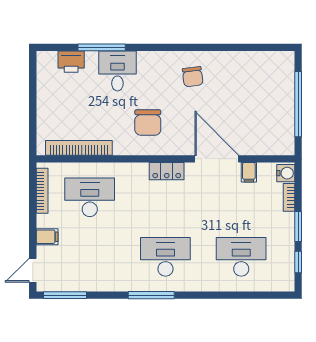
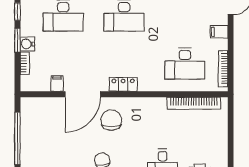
chair: (148, 123) -> (111, 120), moved
door: (217, 159) -> (83, 94), hinge flipped
water cooler: (286, 173) -> (27, 44), moved

